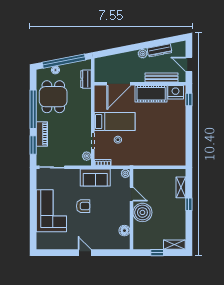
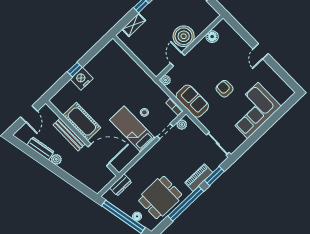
bench: (161, 77) -> (69, 134), moved
nightstand: (176, 92) -> (82, 79), moved, turned 90
window: (189, 99) -> (75, 70), moved

